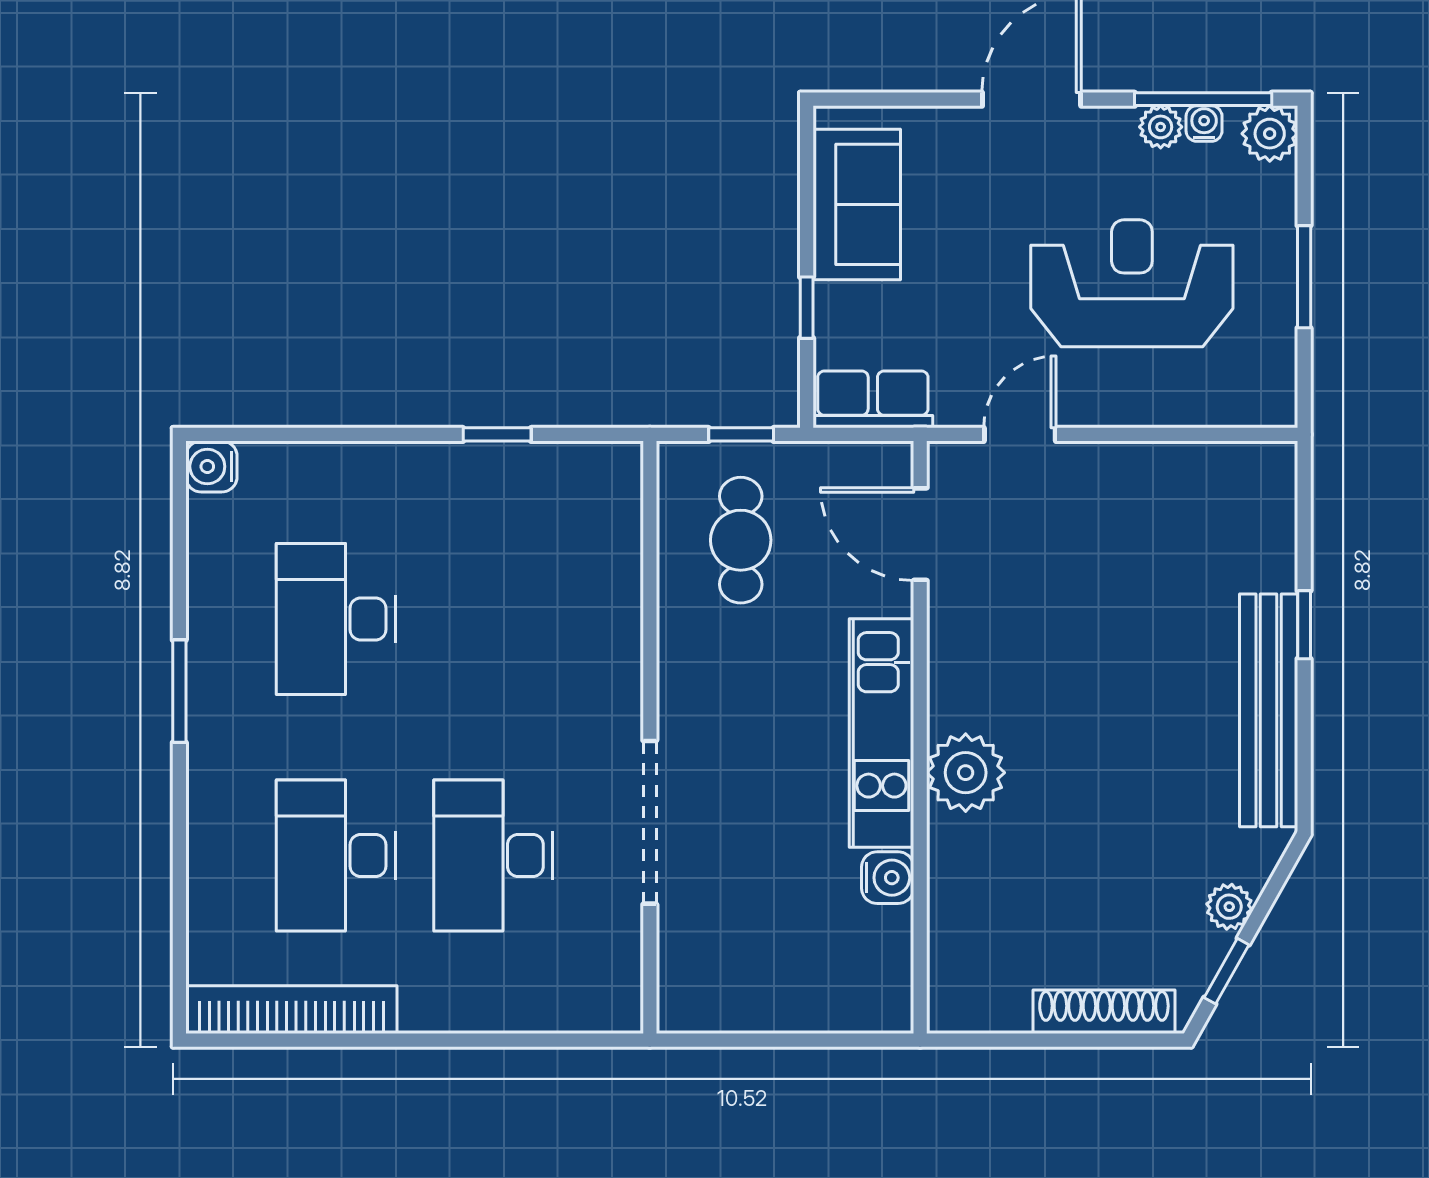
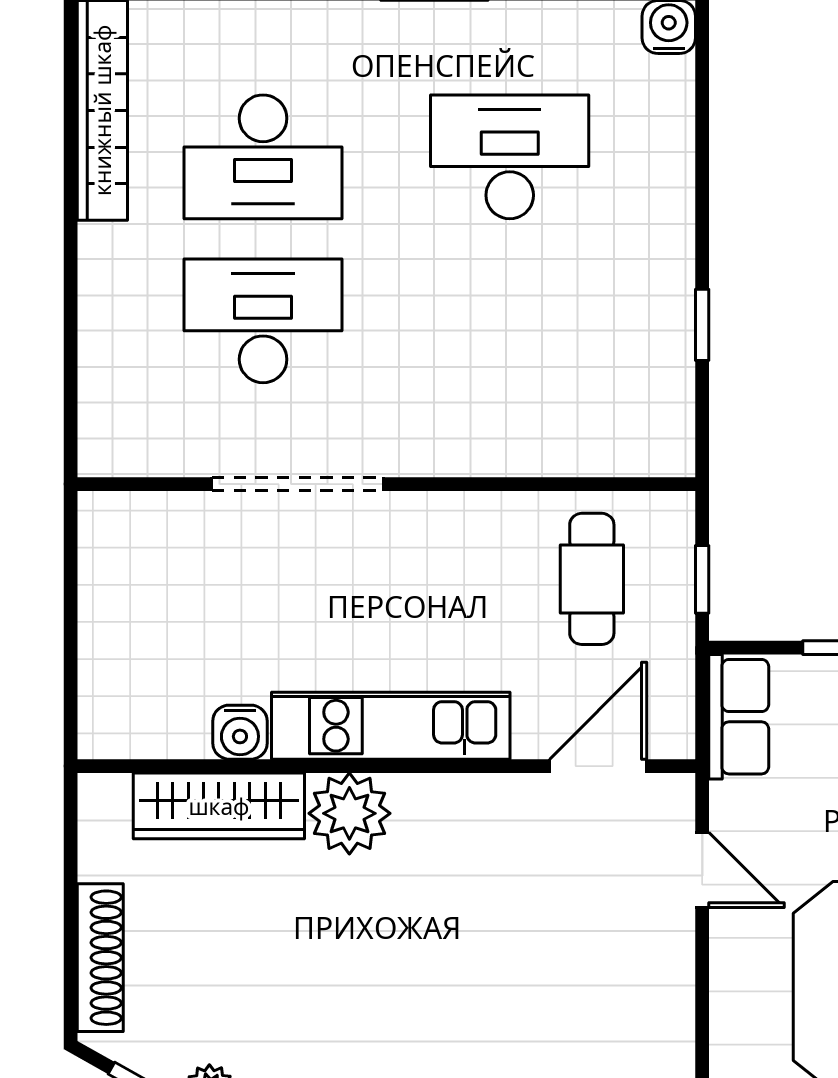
cafe table: (741, 540) -> (592, 579), turned 90
desk: (336, 856) -> (263, 157), turned 180
wardrobe: (958, 898) -> (219, 806), added

